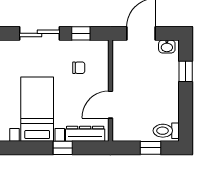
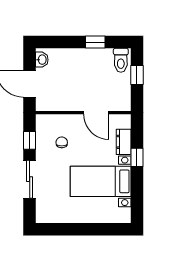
window: (186, 71) -> (95, 42), moved
dresser: (85, 134) -> (124, 142), width x0.70

